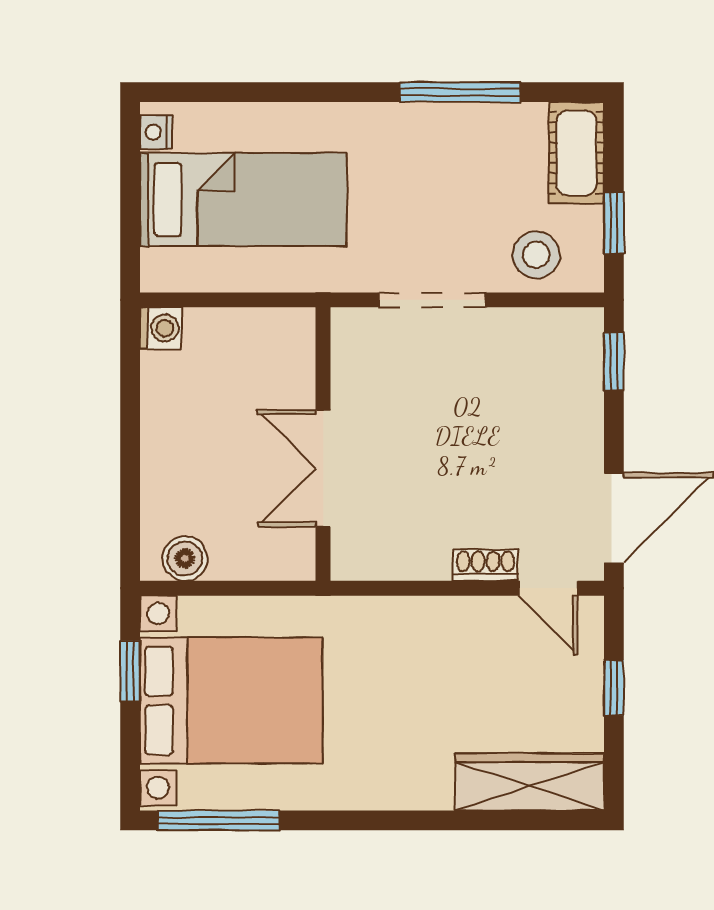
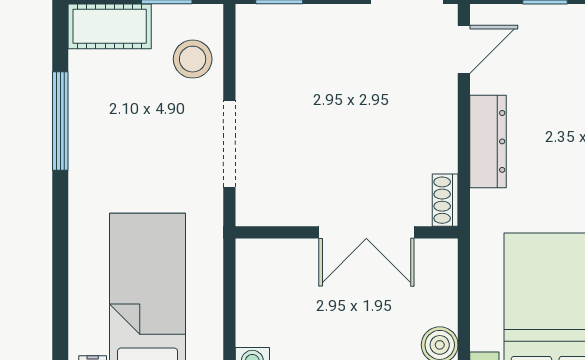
shoe rack: (485, 565) -> (445, 200), moved
dresser: (435, 618) -> (488, 141), added

